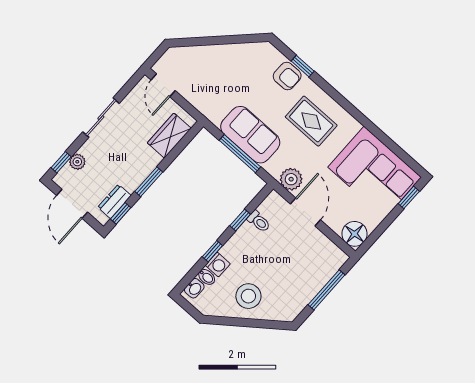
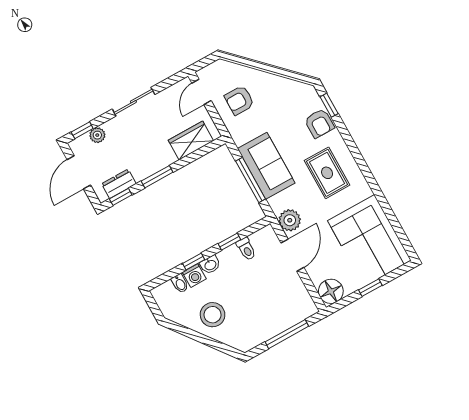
window: (303, 66) -> (329, 105), moved
armchair: (202, 81) -> (239, 100), added
window: (409, 197) -> (370, 288), moved
washbasin: (194, 288) -> (210, 265), moved

